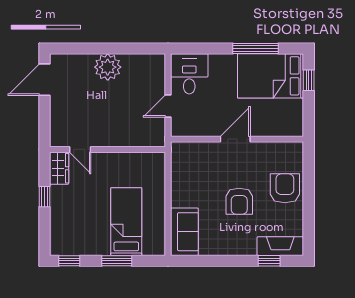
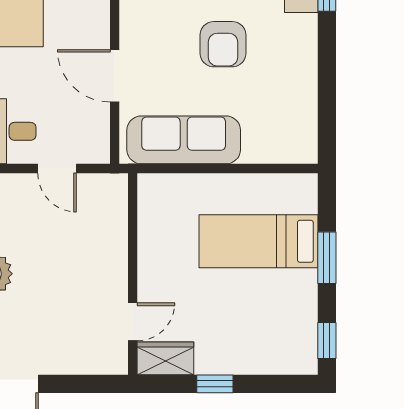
door: (235, 139) -> (115, 76), moved
armchair: (239, 201) -> (223, 44), turned 90
sofa: (184, 232) -> (184, 140), moved, width x1.36

